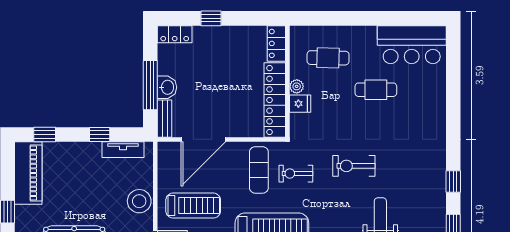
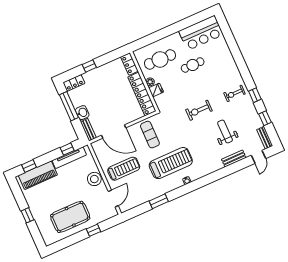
cafe table: (328, 58) -> (160, 59), width x1.37, depth x1.35
window: (150, 85) -> (69, 106), moved
window: (100, 134) -> (67, 149), moved
door: (203, 139) -> (114, 132), hinge flipped
tv unit: (123, 150) -> (69, 158), width x1.41
piano: (28, 173) -> (38, 175), moved, turned 90
exercise bike: (296, 174) -> (234, 93), moved

